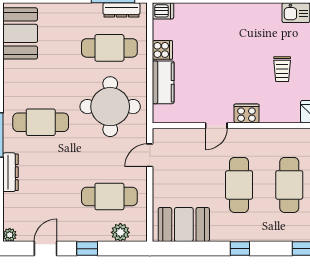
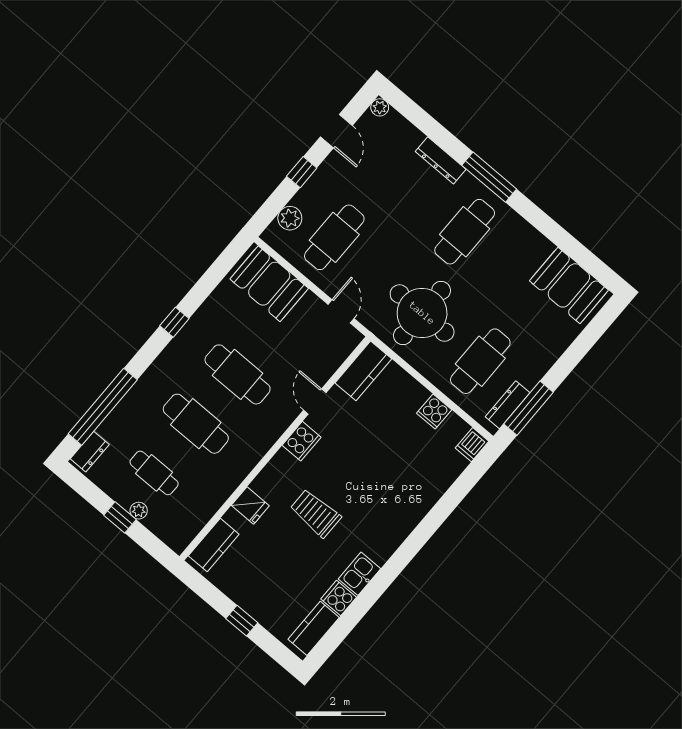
trolley: (282, 69) -> (315, 513), width x1.36, depth x1.39
kitchen counter: (163, 82) -> (363, 371), moved, turned -90
booth: (184, 225) -> (269, 284), moved, turned 90

